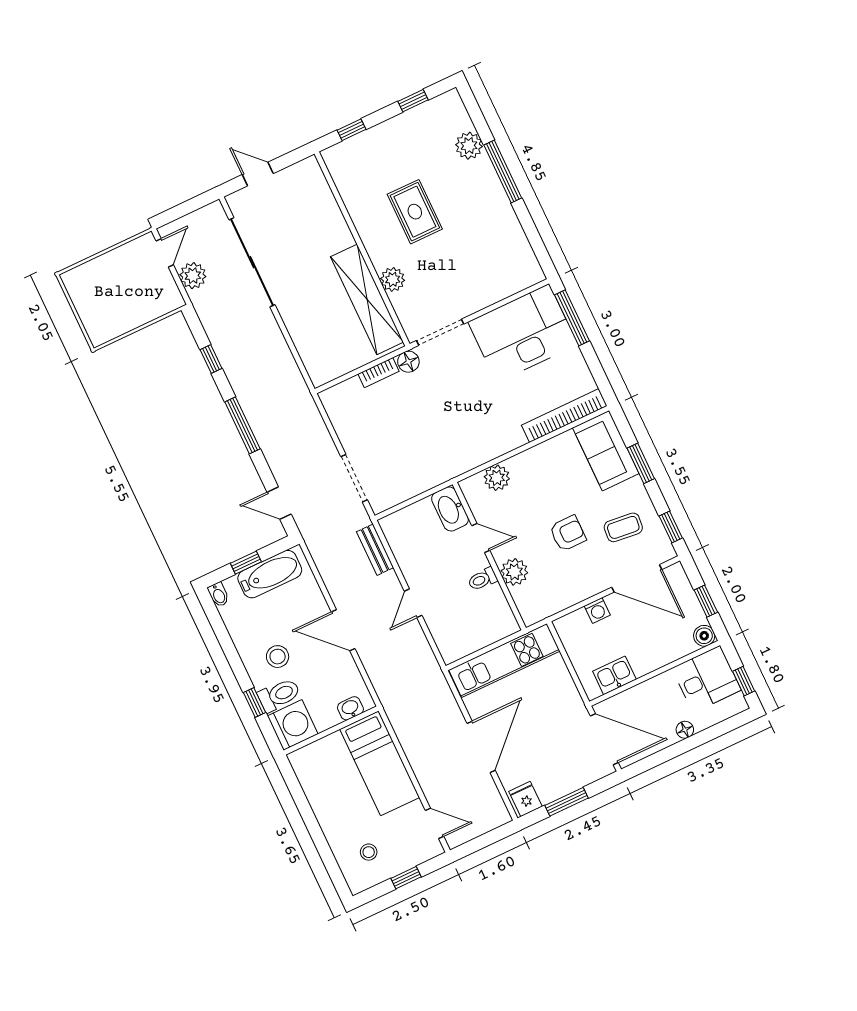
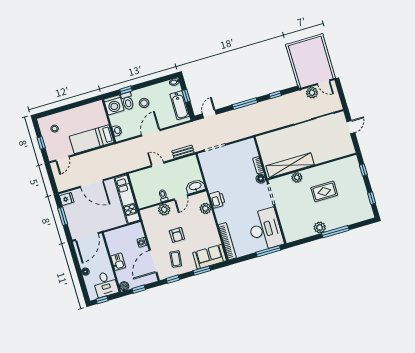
plant: (469, 146) -> (320, 227), moved
printer: (472, 454) -> (217, 200), added
kitchen sink: (614, 675) -> (118, 262), moved

